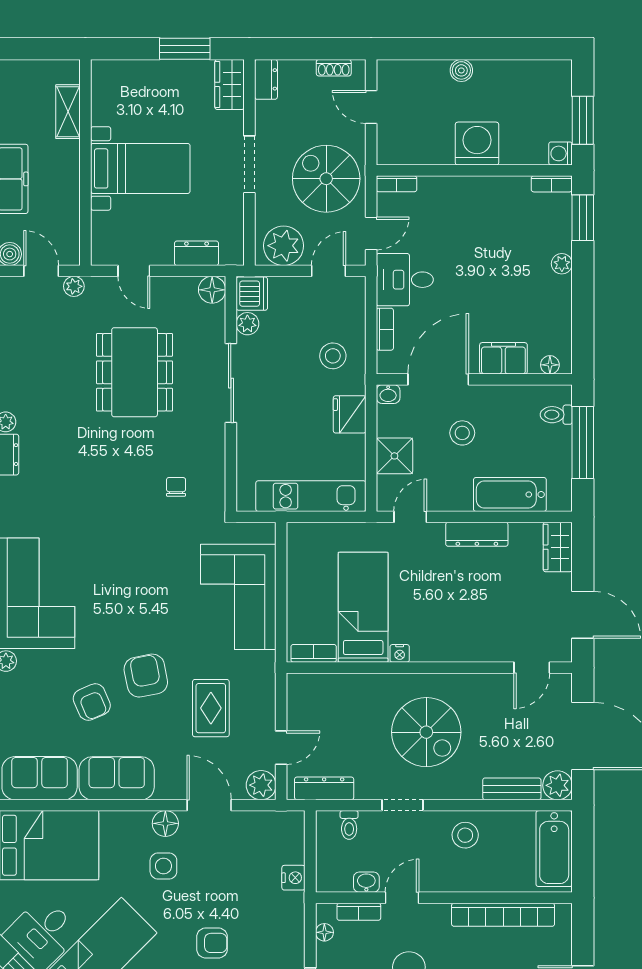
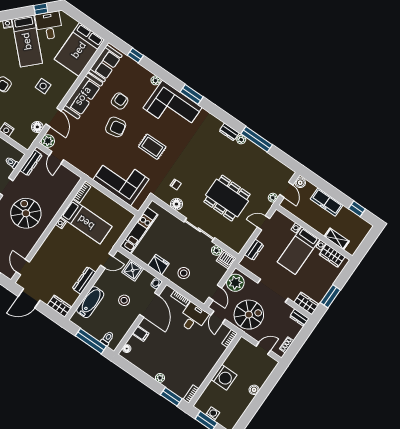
wardrobe: (106, 98) -> (332, 256), added
washing machine: (560, 153) -> (213, 414), moved
doorway: (249, 164) -> (273, 291), width x1.36
door: (41, 271) -> (286, 190), hinge flipped
floor lamp: (212, 290) -> (176, 204), moved
filing cabinet: (503, 358) -> (141, 334), width x0.50
door: (410, 517) -> (107, 261), hinge flipped
armchair: (92, 702) -> (120, 101), turned 113
rug: (211, 708) -> (152, 147), moved
spiral stairs: (426, 732) -> (26, 213), turned 90
sofa: (117, 778) -> (83, 96), width x1.36
door: (209, 805) -> (54, 117), hinge flipped
floor lamp: (165, 823) -> (37, 127), moved

